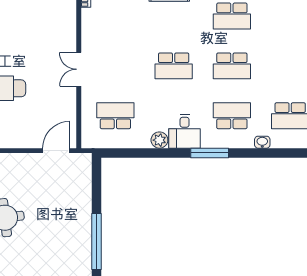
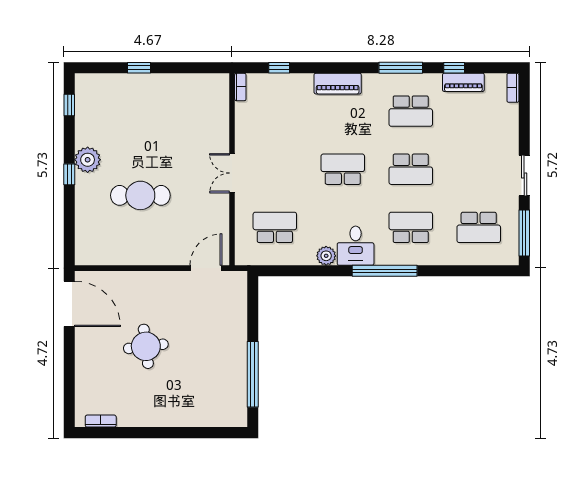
school desk: (174, 66) -> (343, 169), turned 180
washbasin: (262, 142) -> (446, 258), removed
window: (210, 153) -> (385, 271), width x1.46

